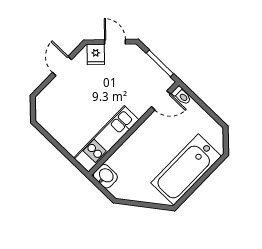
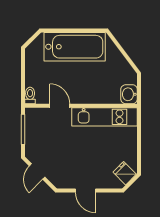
fridge: (96, 54) -> (125, 173), moved, turned -90
door: (62, 66) -> (85, 190), hinge flipped
door: (161, 100) -> (60, 106), moved

